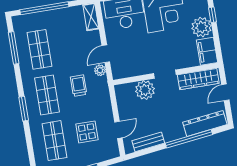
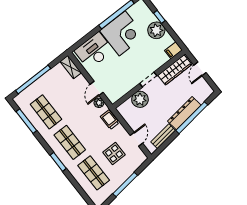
filing cabinet: (207, 51) -> (173, 50), width x0.50
trolley: (79, 86) -> (110, 120), moved
dresser: (205, 123) -> (184, 113), moved

